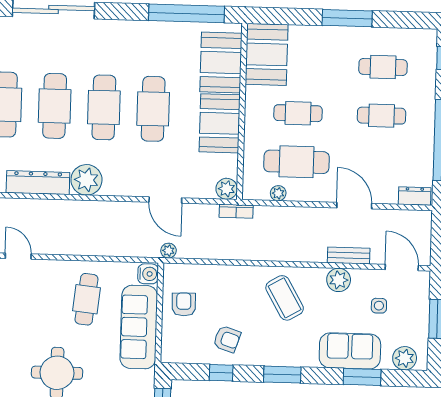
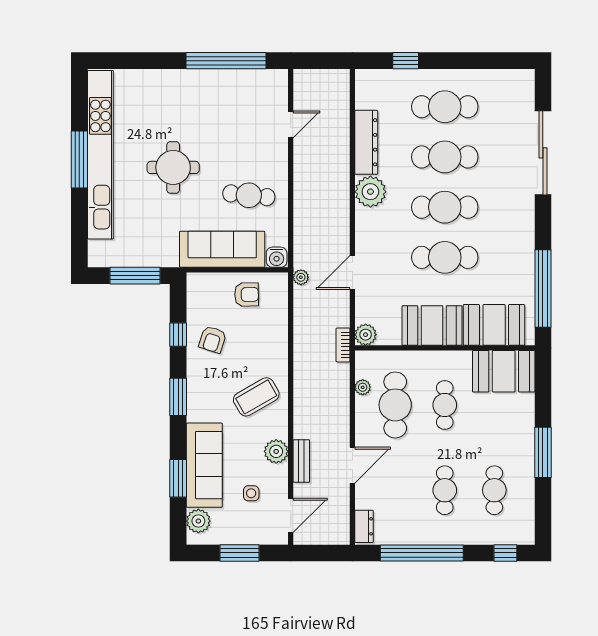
sofa: (350, 351) -> (204, 465), width x1.36

